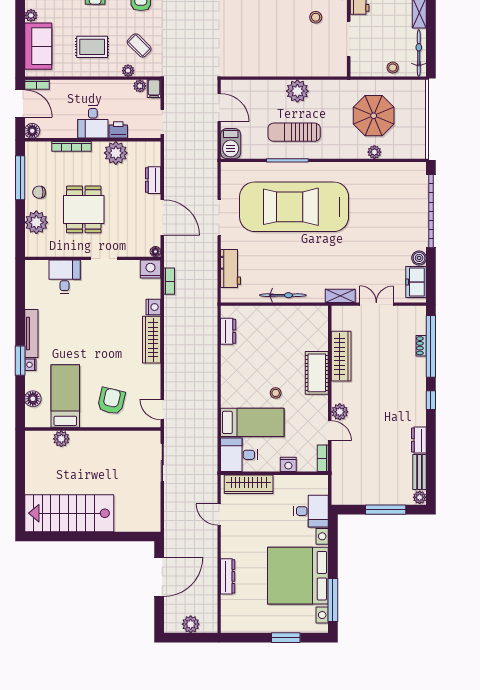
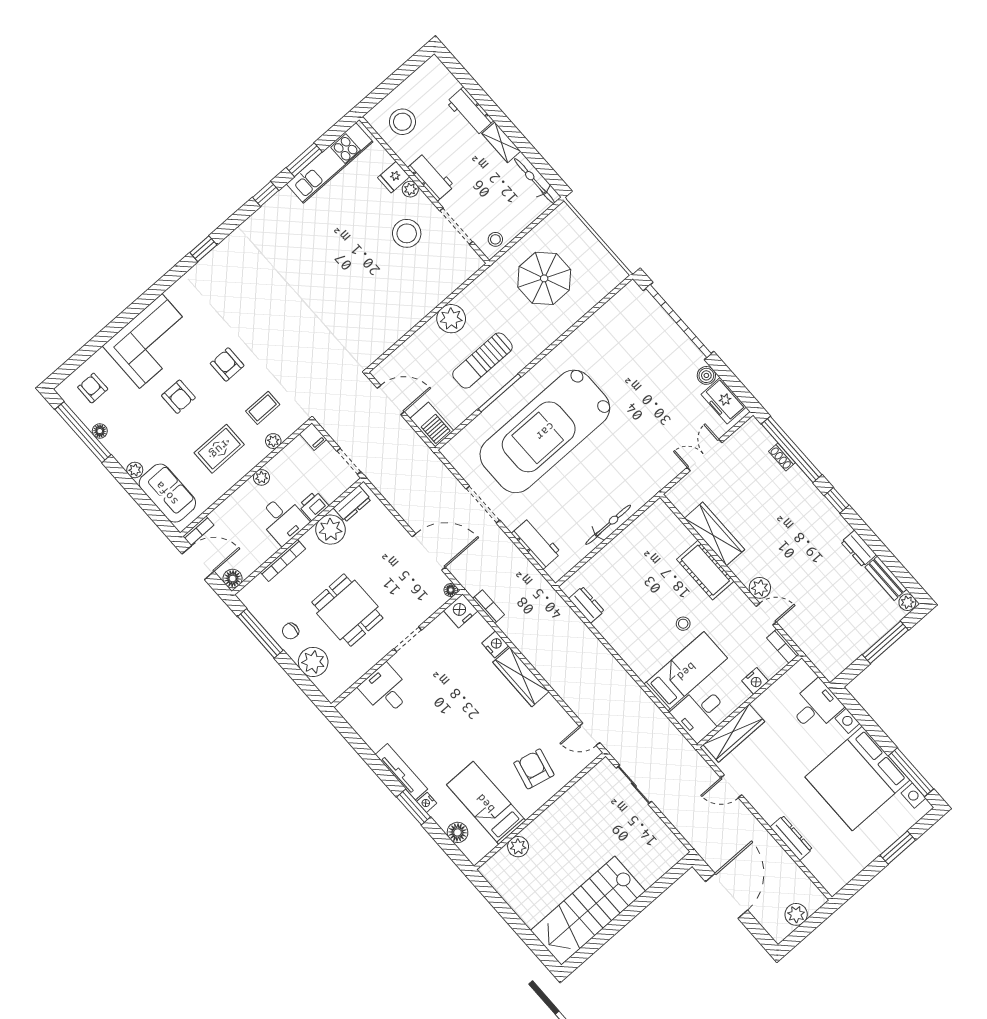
stool: (316, 17) -> (407, 233), width x1.89, depth x1.89
coffee table: (139, 45) -> (263, 408), turned -45
stool: (393, 68) -> (495, 239), moved
plant: (140, 86) -> (261, 477), moved
plant: (374, 152) -> (575, 312), removed
dresser: (153, 180) -> (352, 504), moved, turned -90
shelving: (340, 296) -> (663, 477), removed

